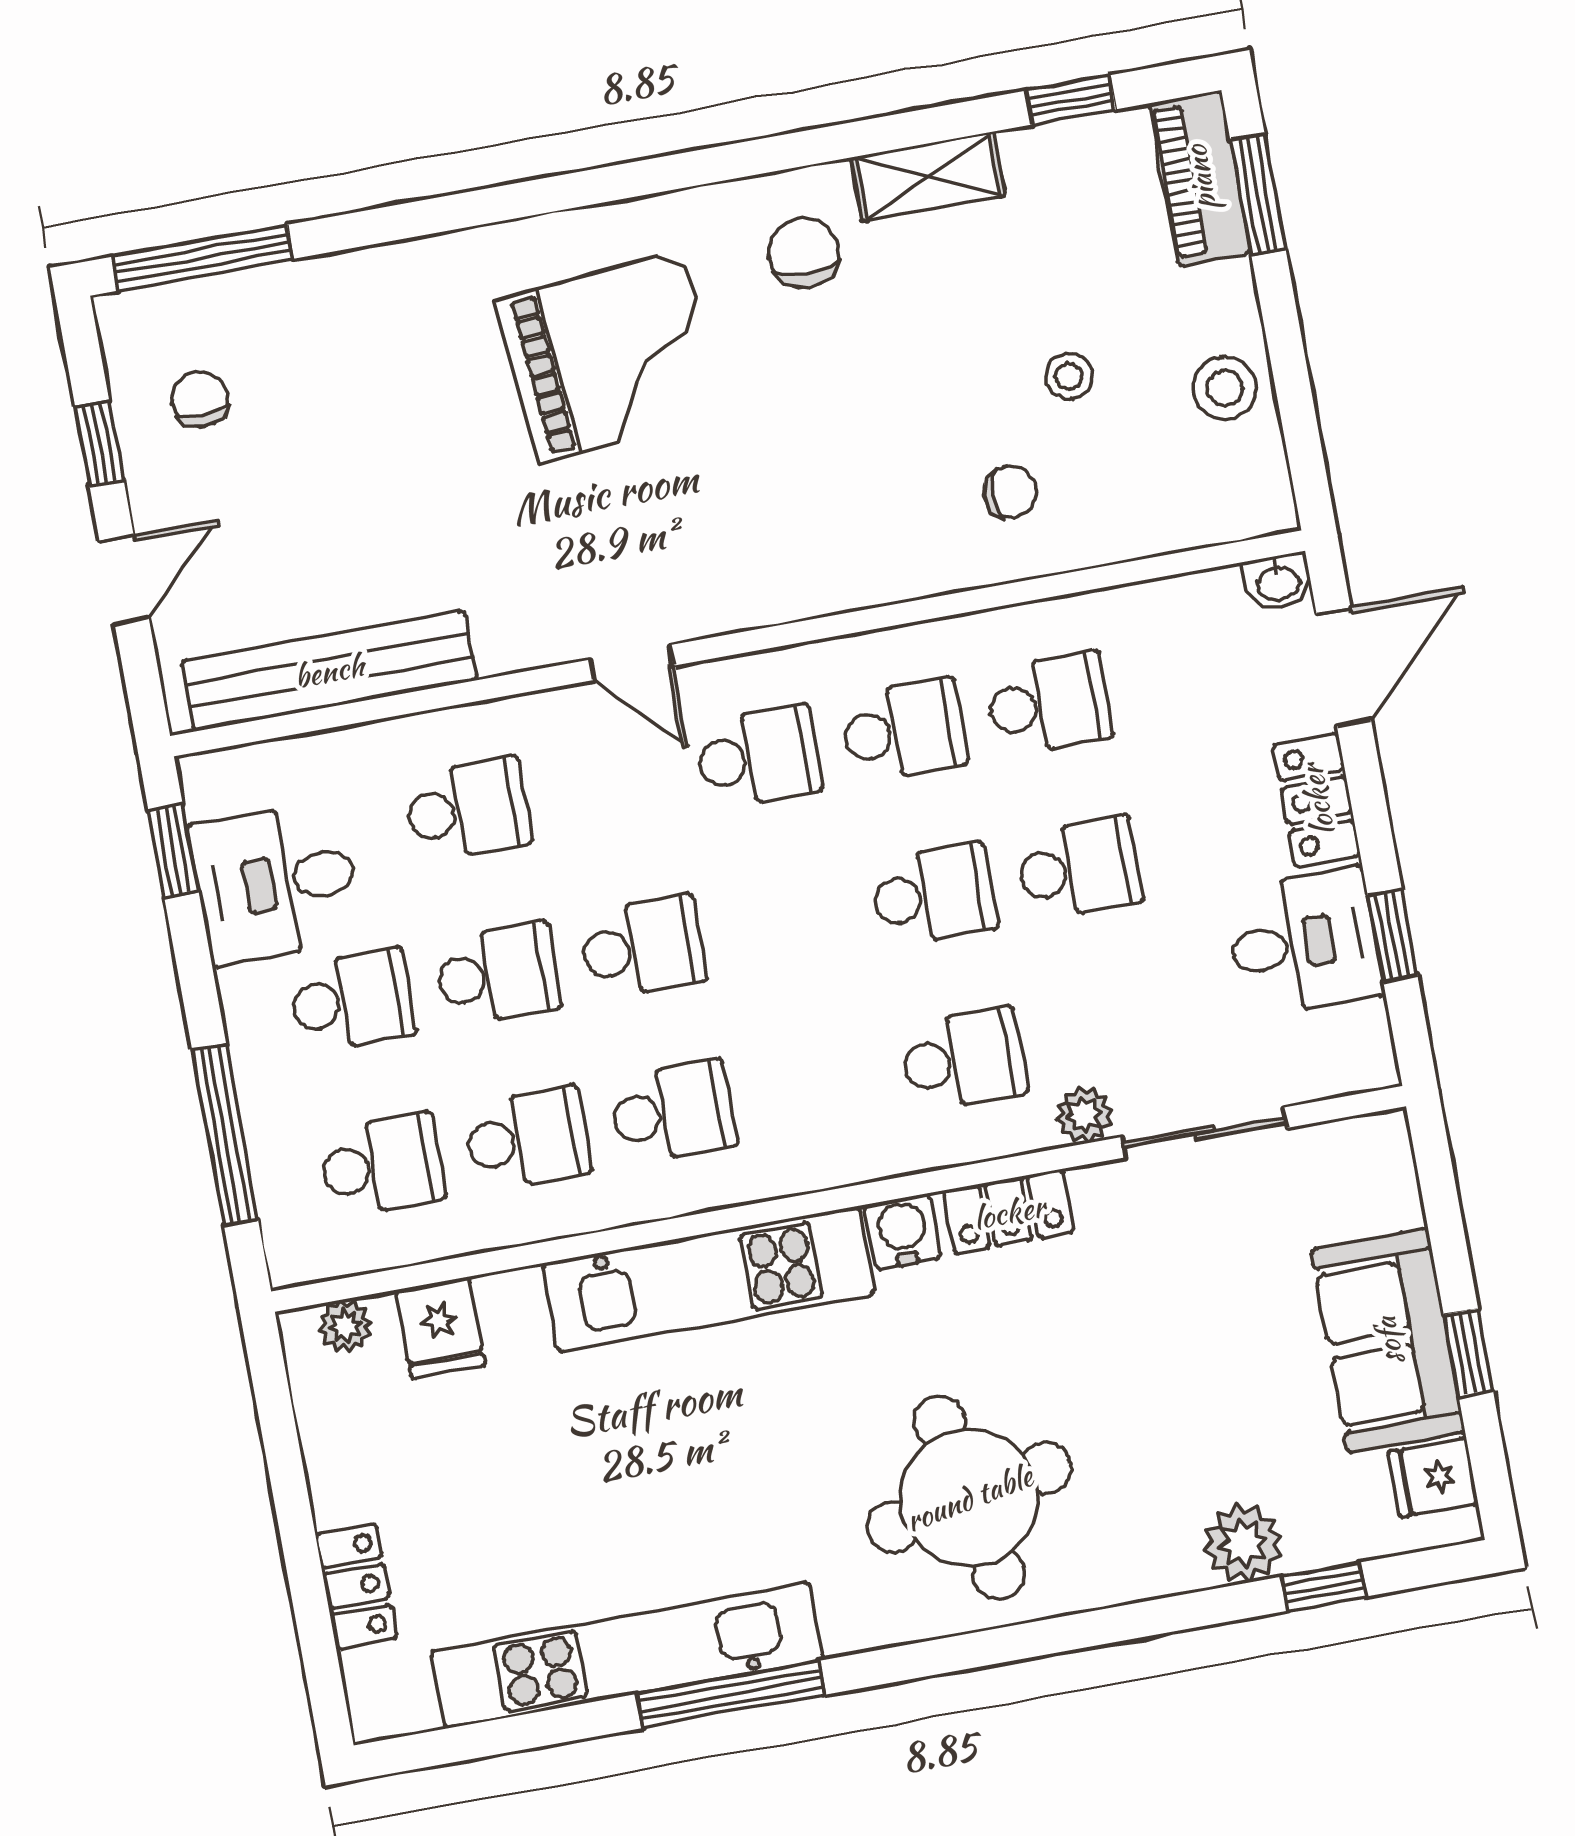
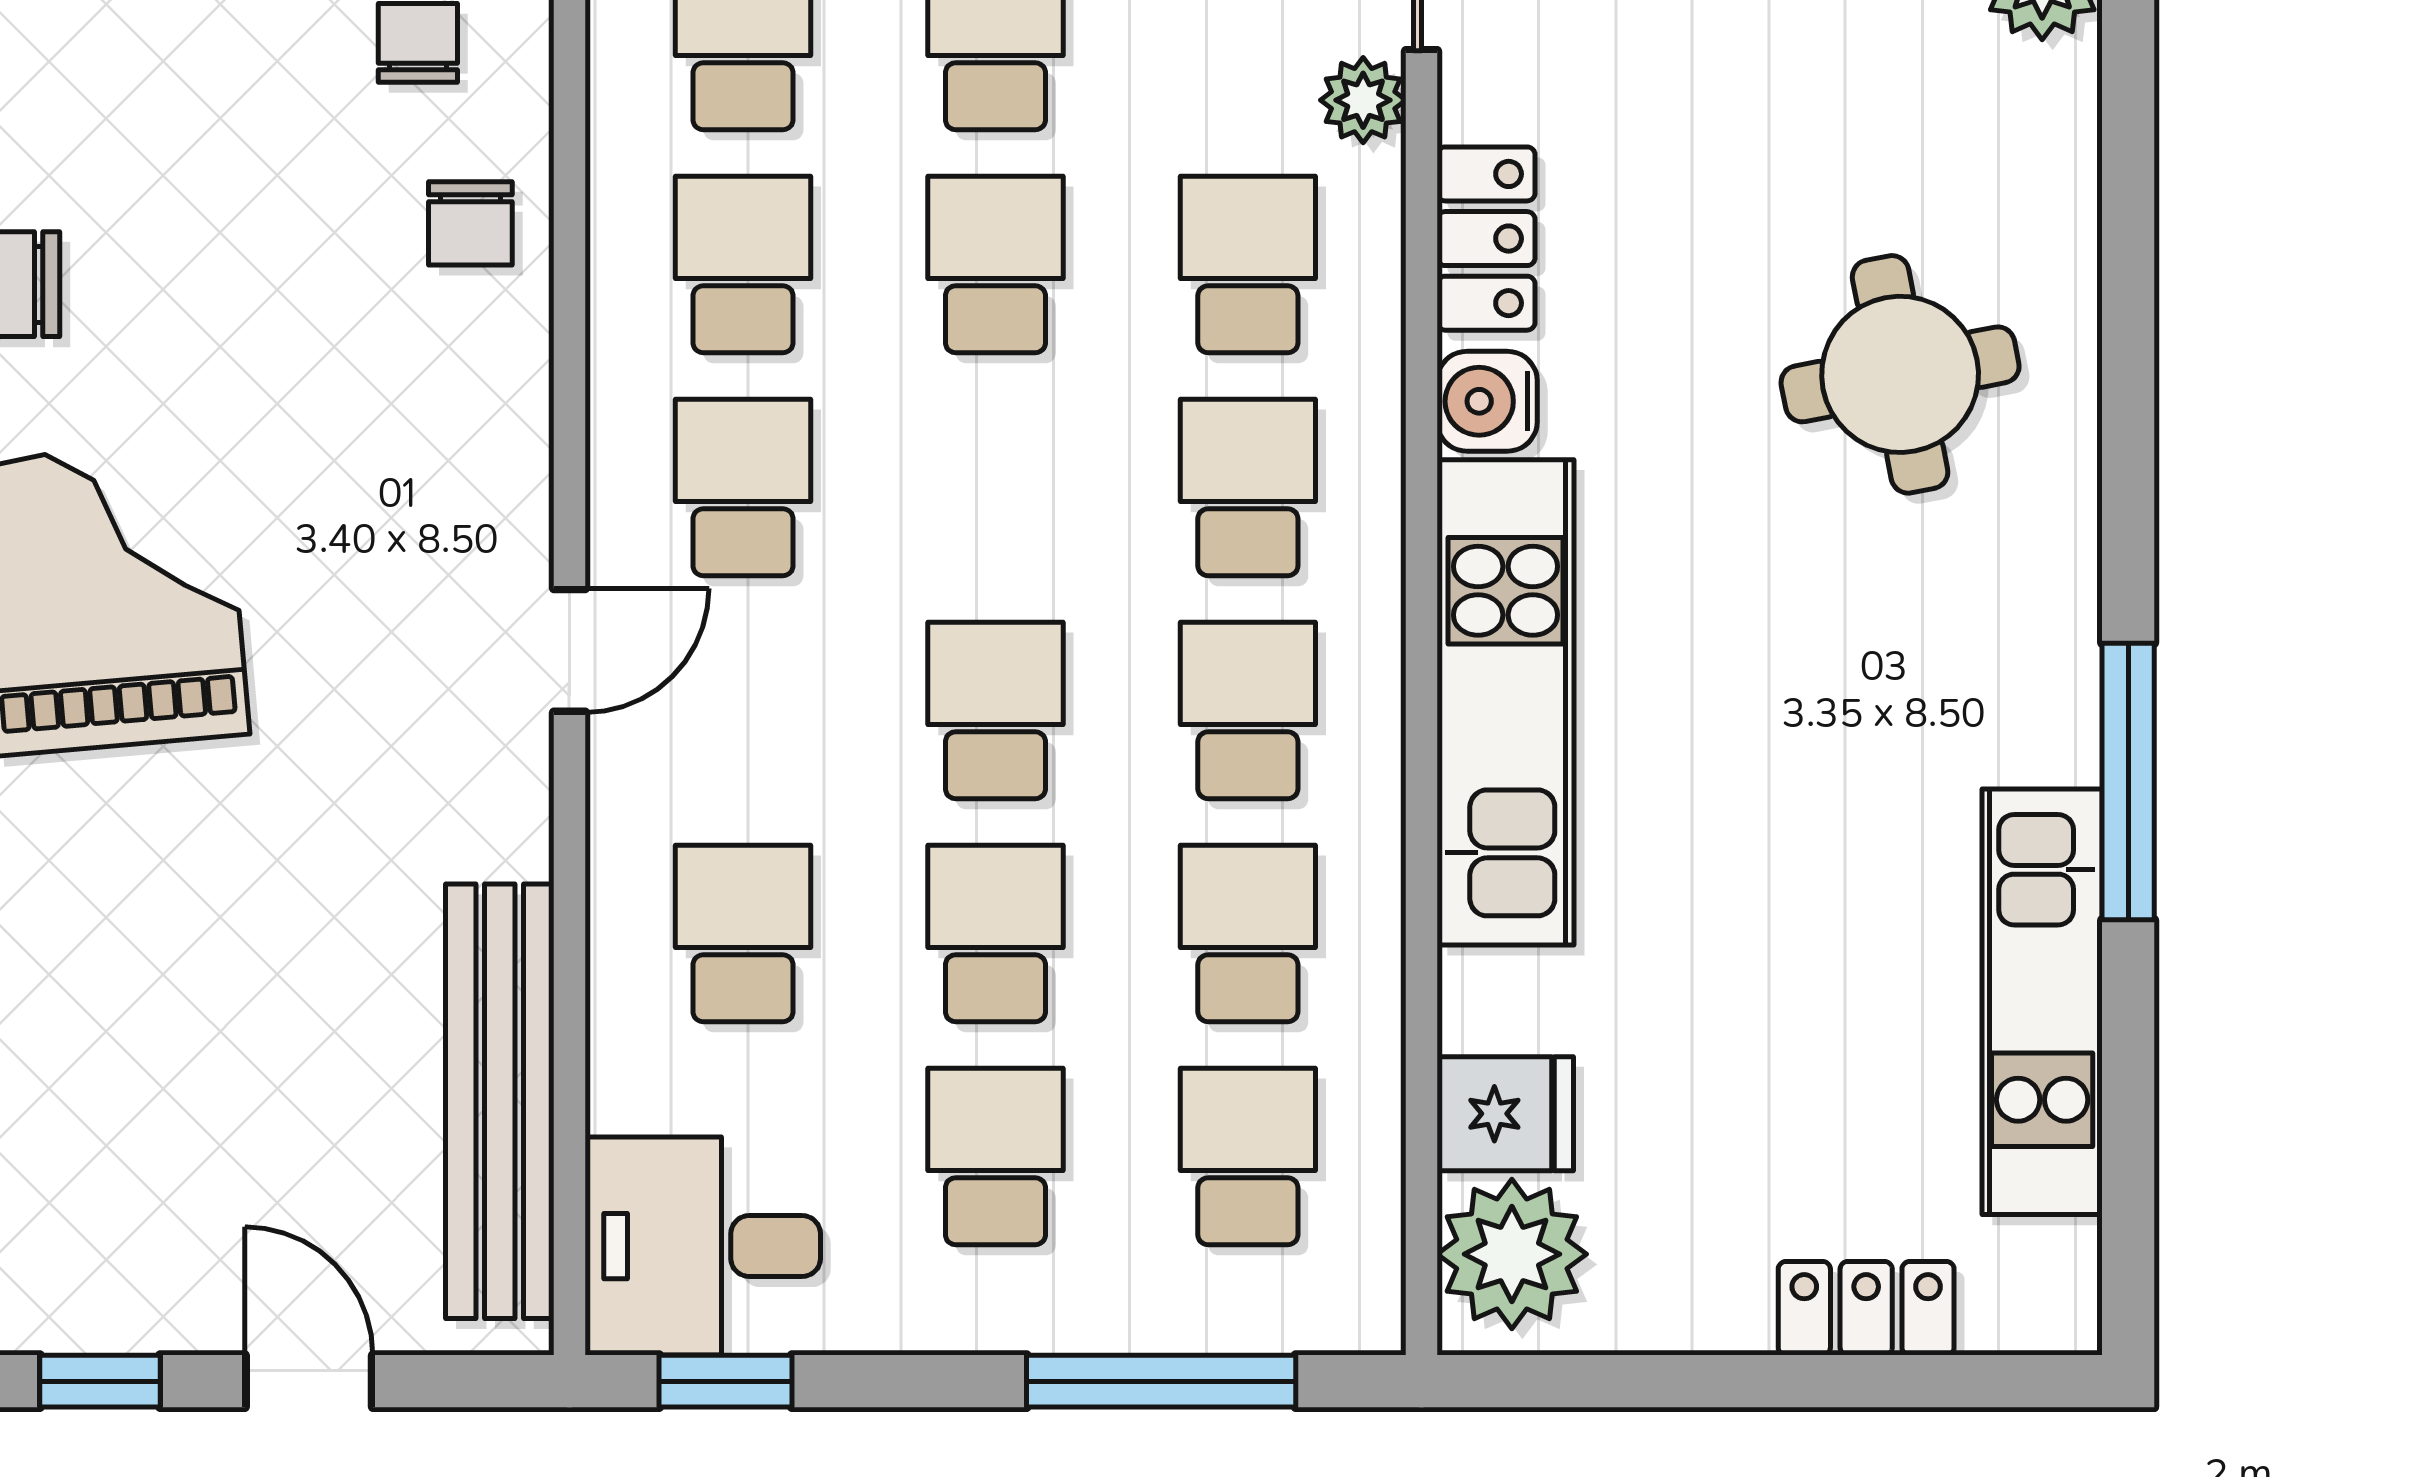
chair: (200, 399) -> (470, 223), moved, turned -90
desk: (276, 883) -> (703, 1246), moved, turned 90
school desk: (818, 1086) -> (1248, 487), added
plant: (345, 1326) -> (1512, 1254), width x1.88, depth x1.88
round table: (969, 1498) -> (1900, 374), width x0.73, depth x0.73
kitchen unit: (627, 1655) -> (2042, 1002), width x0.73

